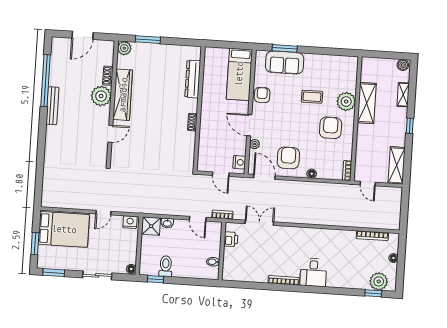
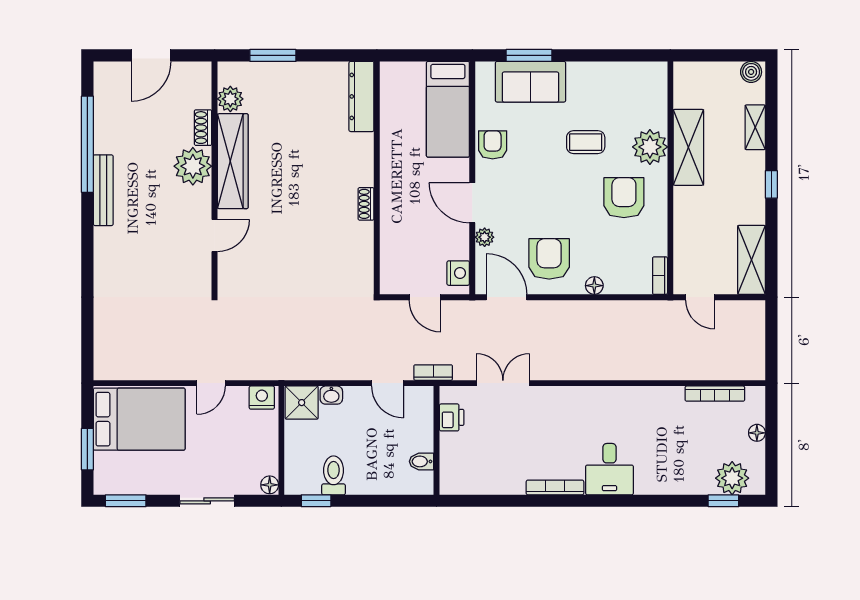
plant: (124, 48) -> (230, 99), moved
dresser: (193, 79) -> (361, 96), moved

